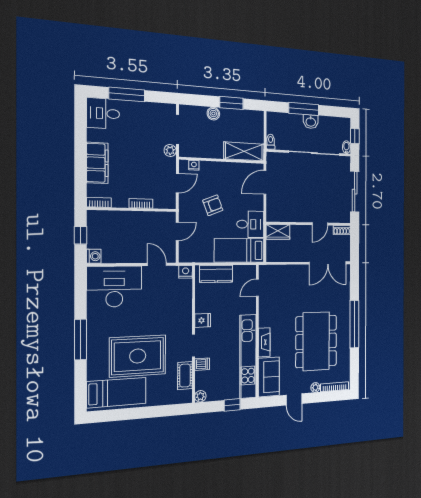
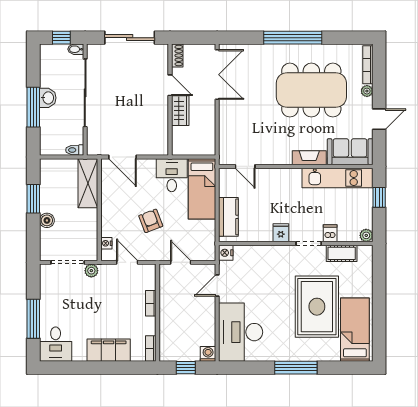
wardrobe: (278, 232) -> (180, 111), moved
kitchen unit: (248, 356) -> (337, 178), width x0.73

